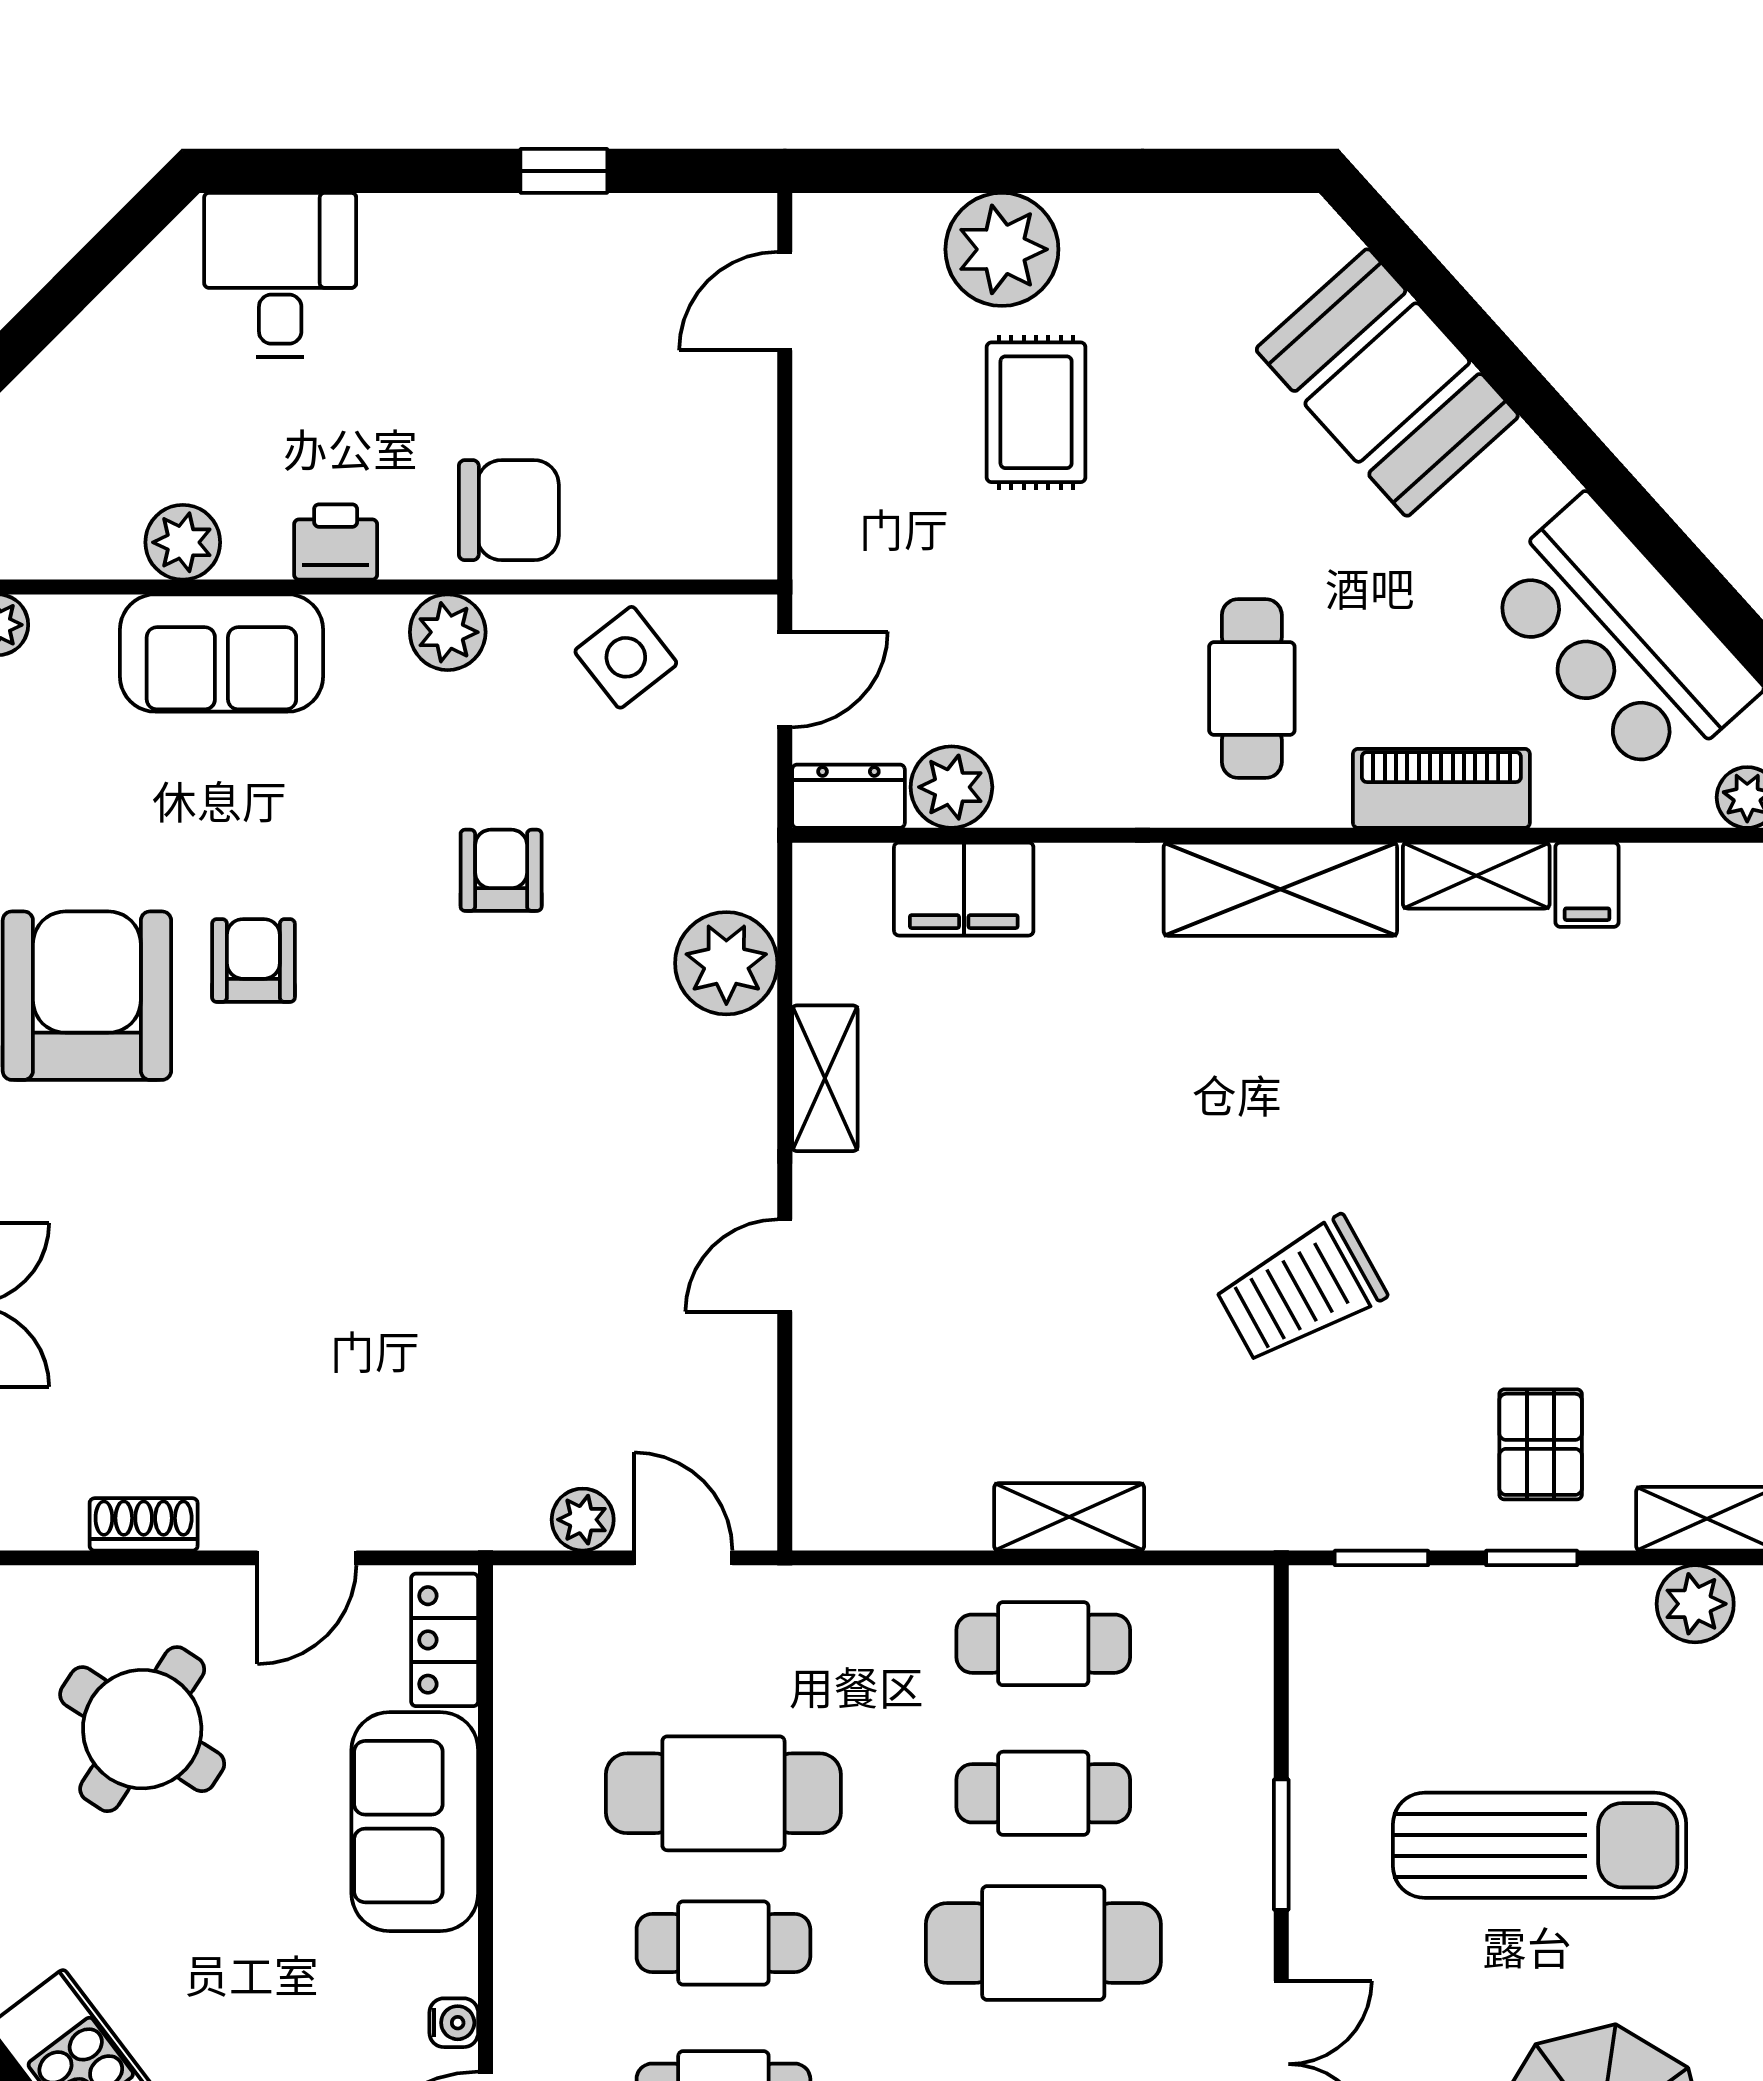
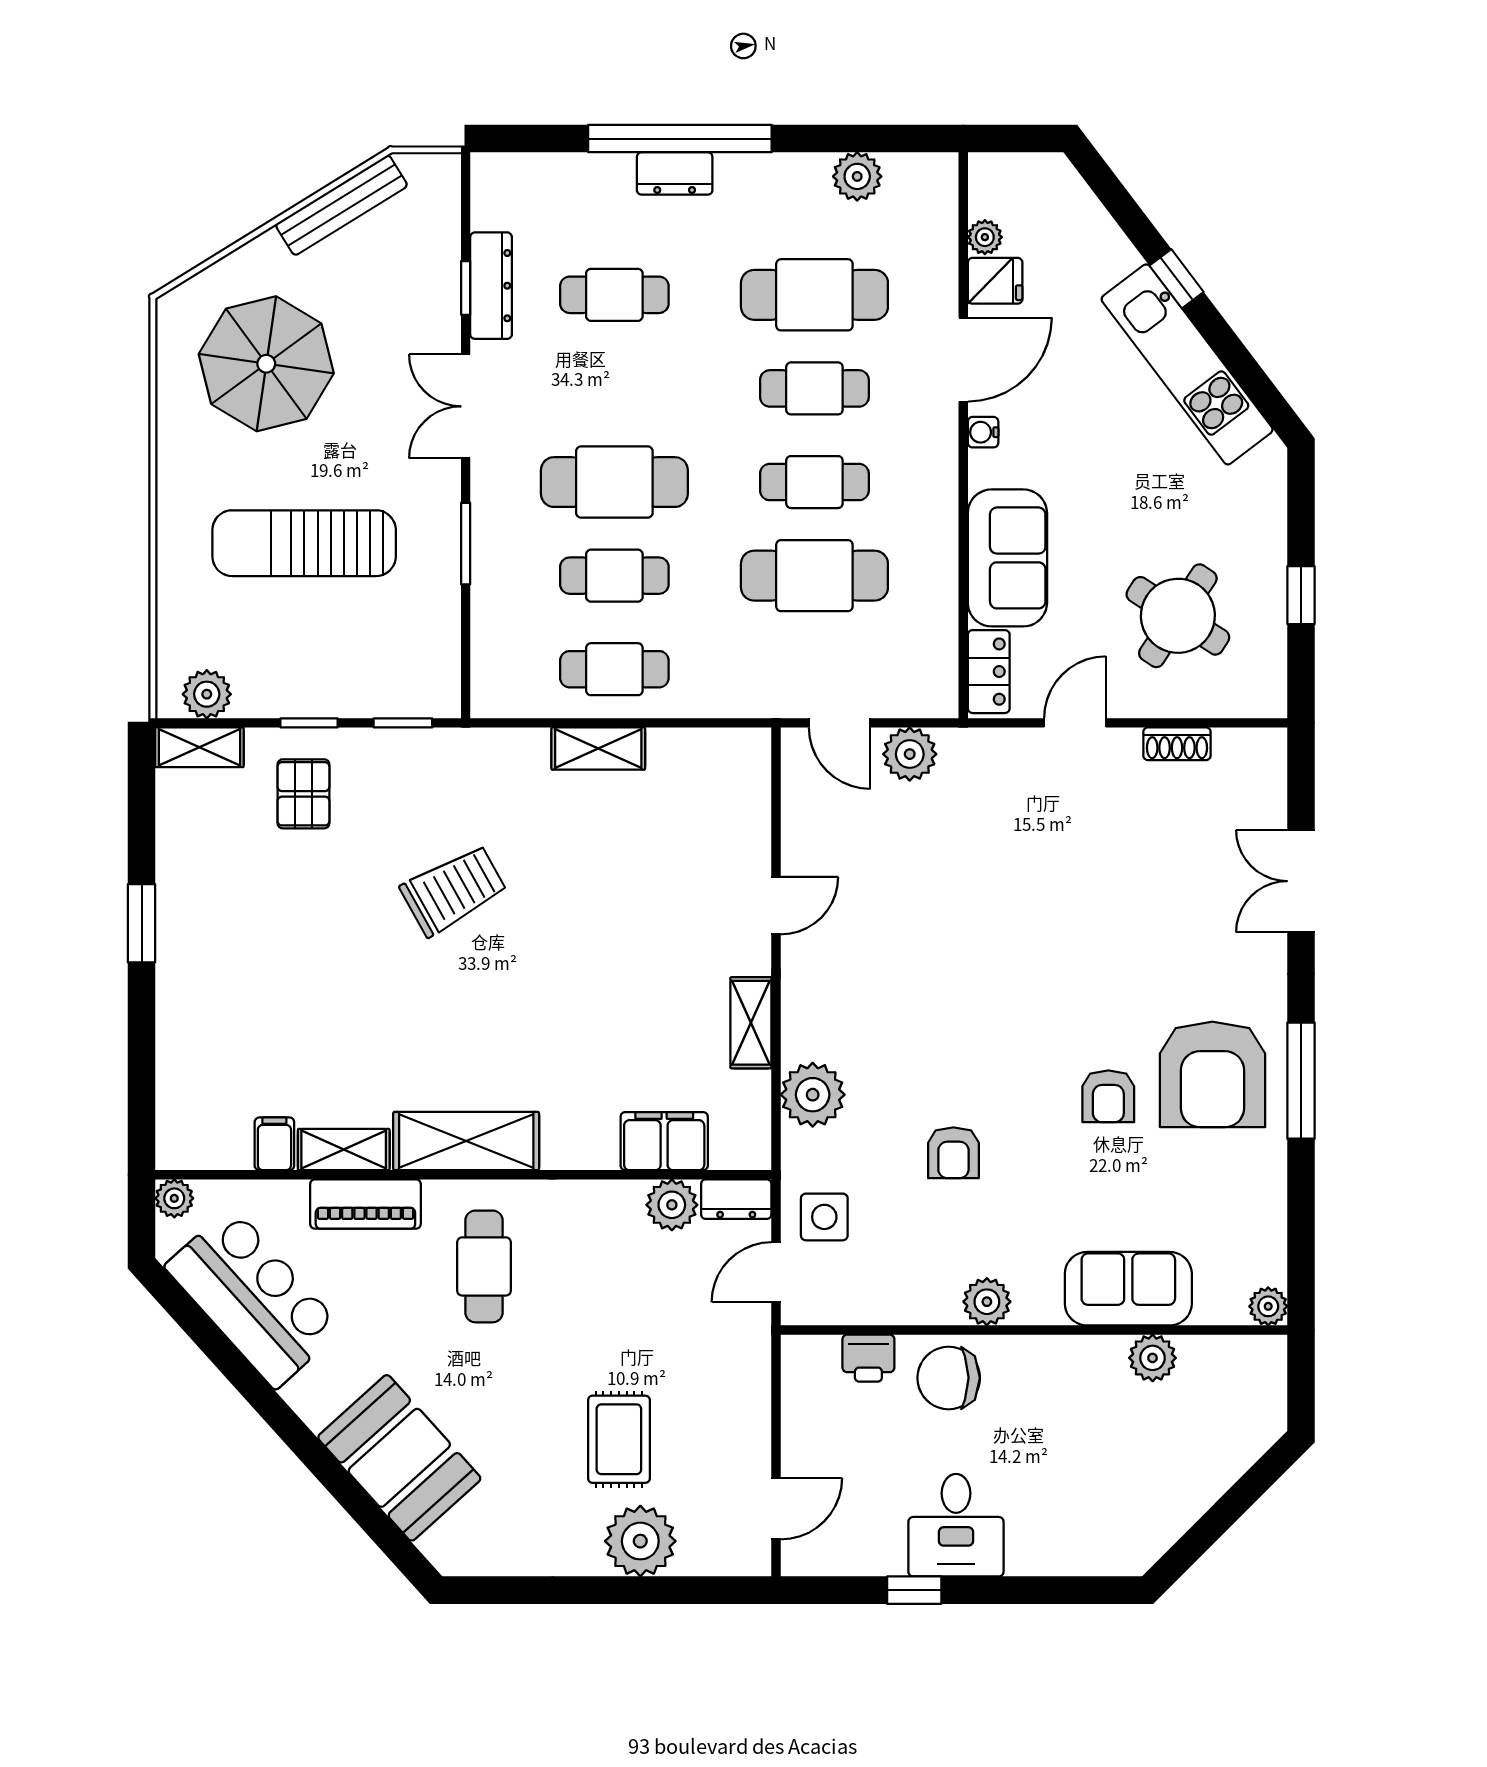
desk: (280, 275) -> (956, 1525), moved
printer: (336, 542) -> (868, 1358), moved
side table: (626, 657) -> (824, 1217), moved, turned 38
plant: (583, 1520) -> (910, 754), width x1.38, depth x1.38

